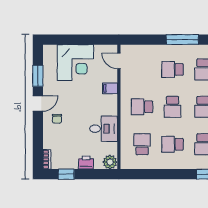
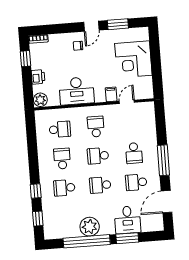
door: (119, 61) -> (127, 102), moved
school desk: (173, 69) -> (134, 153), turned 180
door: (38, 103) -> (91, 26), hinge flipped
desk: (104, 129) -> (77, 91), width x1.37

